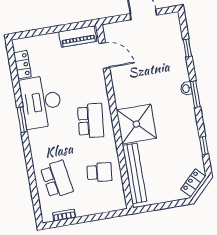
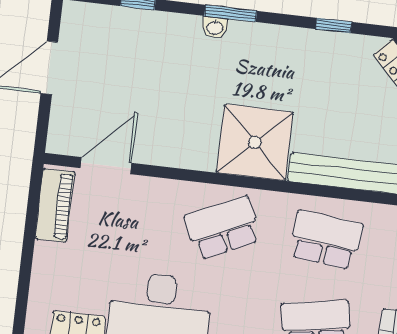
school desk: (91, 121) -> (223, 228), turned -30
school desk: (99, 172) -> (326, 240), width x1.85

